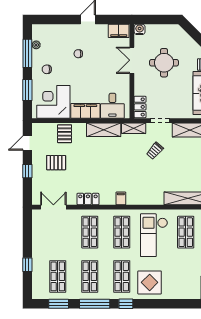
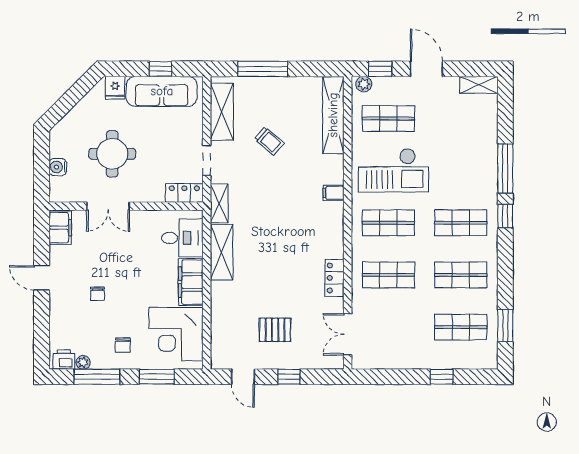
water cooler: (140, 29) -> (58, 167), moved
printer: (38, 33) -> (64, 359), added
pallet: (65, 134) -> (228, 316), removed
trolley: (155, 151) -> (269, 141), moved
pallet: (56, 163) -> (275, 330), turned 90
filing cabinet: (121, 198) -> (333, 193), moved
display table: (150, 282) -> (471, 177), removed
window: (95, 304) -> (505, 168), moved

